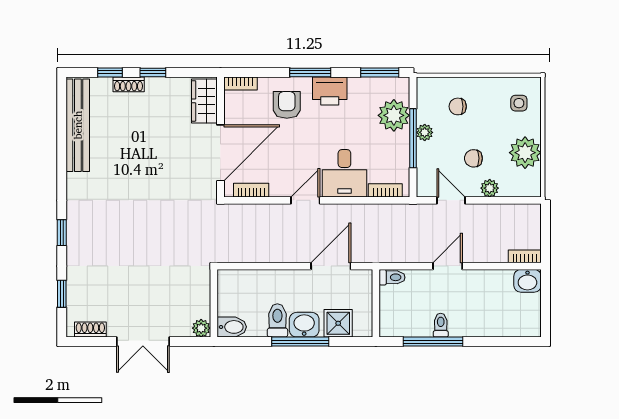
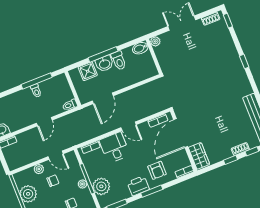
door: (305, 200) -> (129, 126), hinge flipped
window: (62, 294) -> (228, 21), moved

